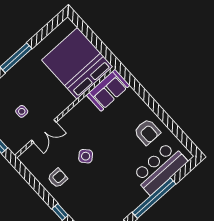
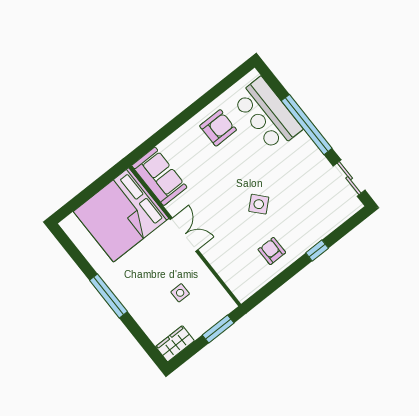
double door: (44, 131) -> (184, 235), moved
side table: (86, 156) -> (259, 204), moved

